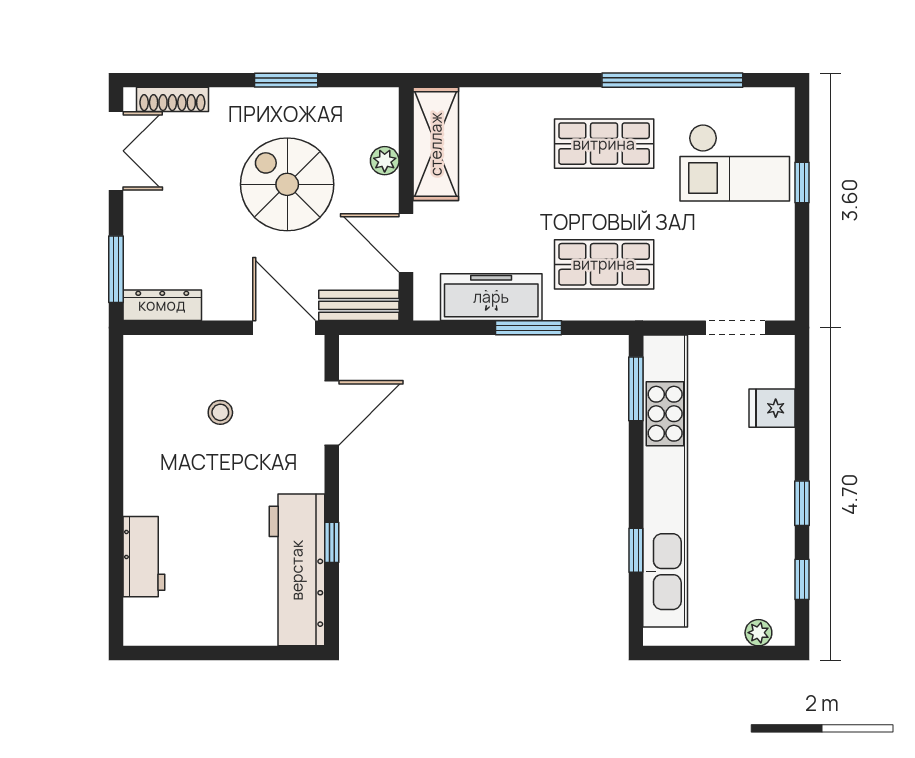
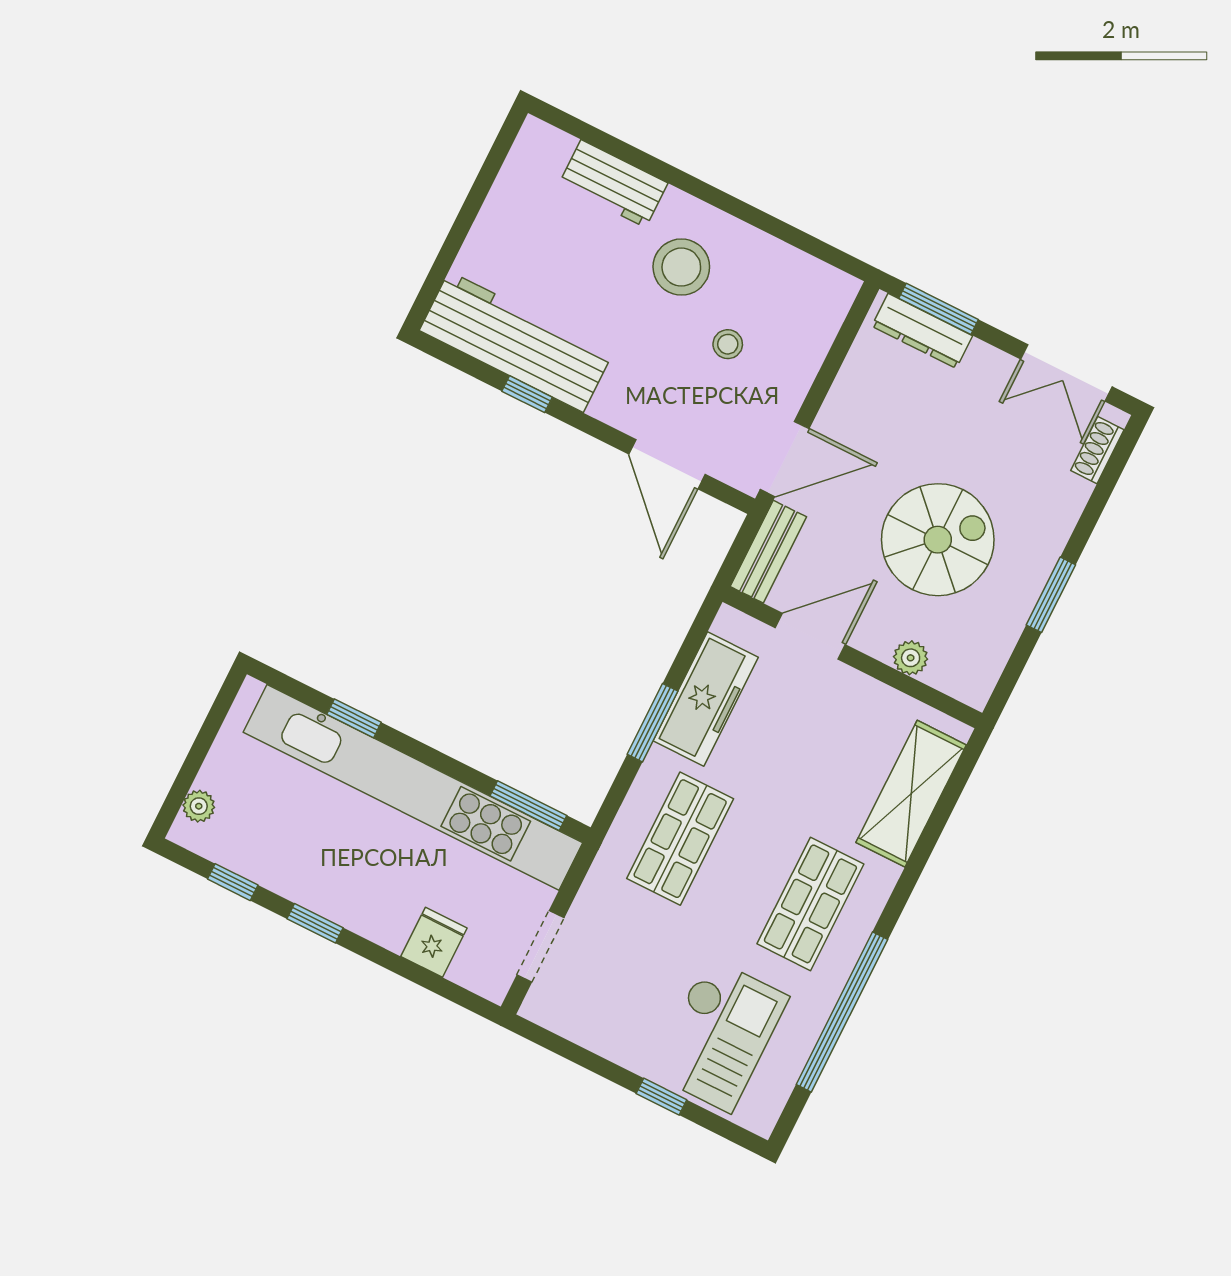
shoe rack: (172, 99) -> (1097, 450), width x0.70
shelving: (436, 144) -> (911, 794), moved, turned 90
checkout: (735, 163) -> (719, 1035), turned 180
dresser: (162, 305) -> (922, 331), moved, turned 90
stool: (180, 475) -> (681, 267), added

